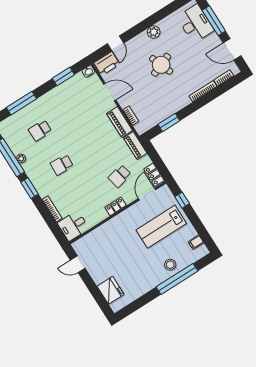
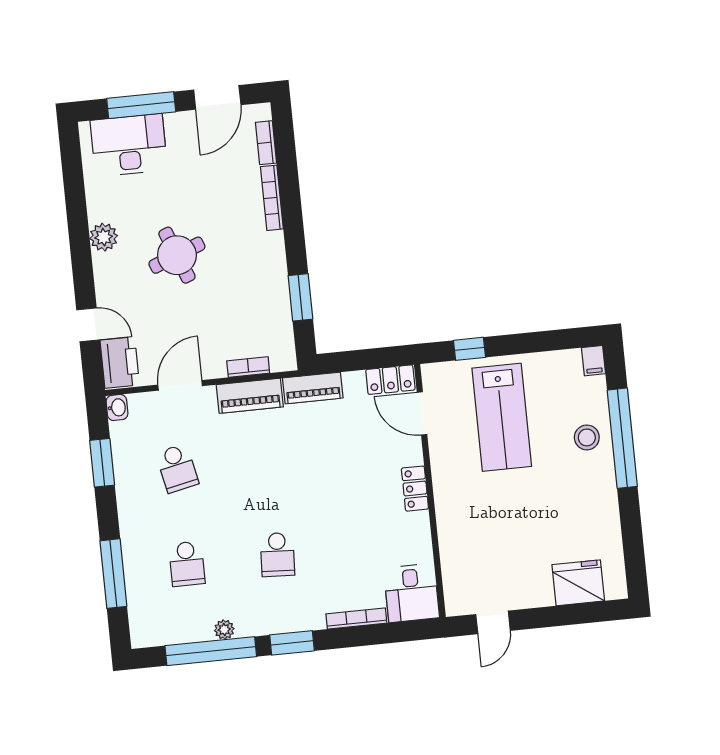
school desk: (120, 176) -> (177, 468), moved
filing cabinet: (196, 242) -> (594, 361), moved

